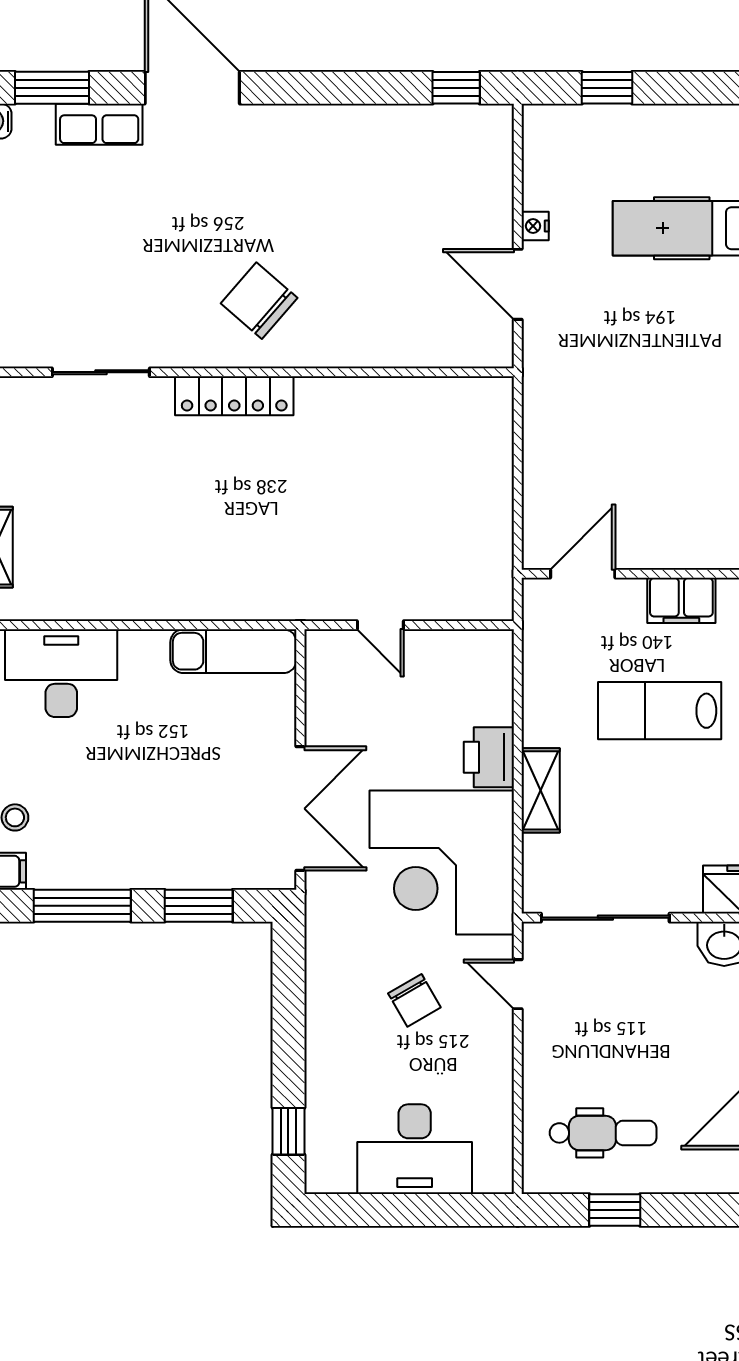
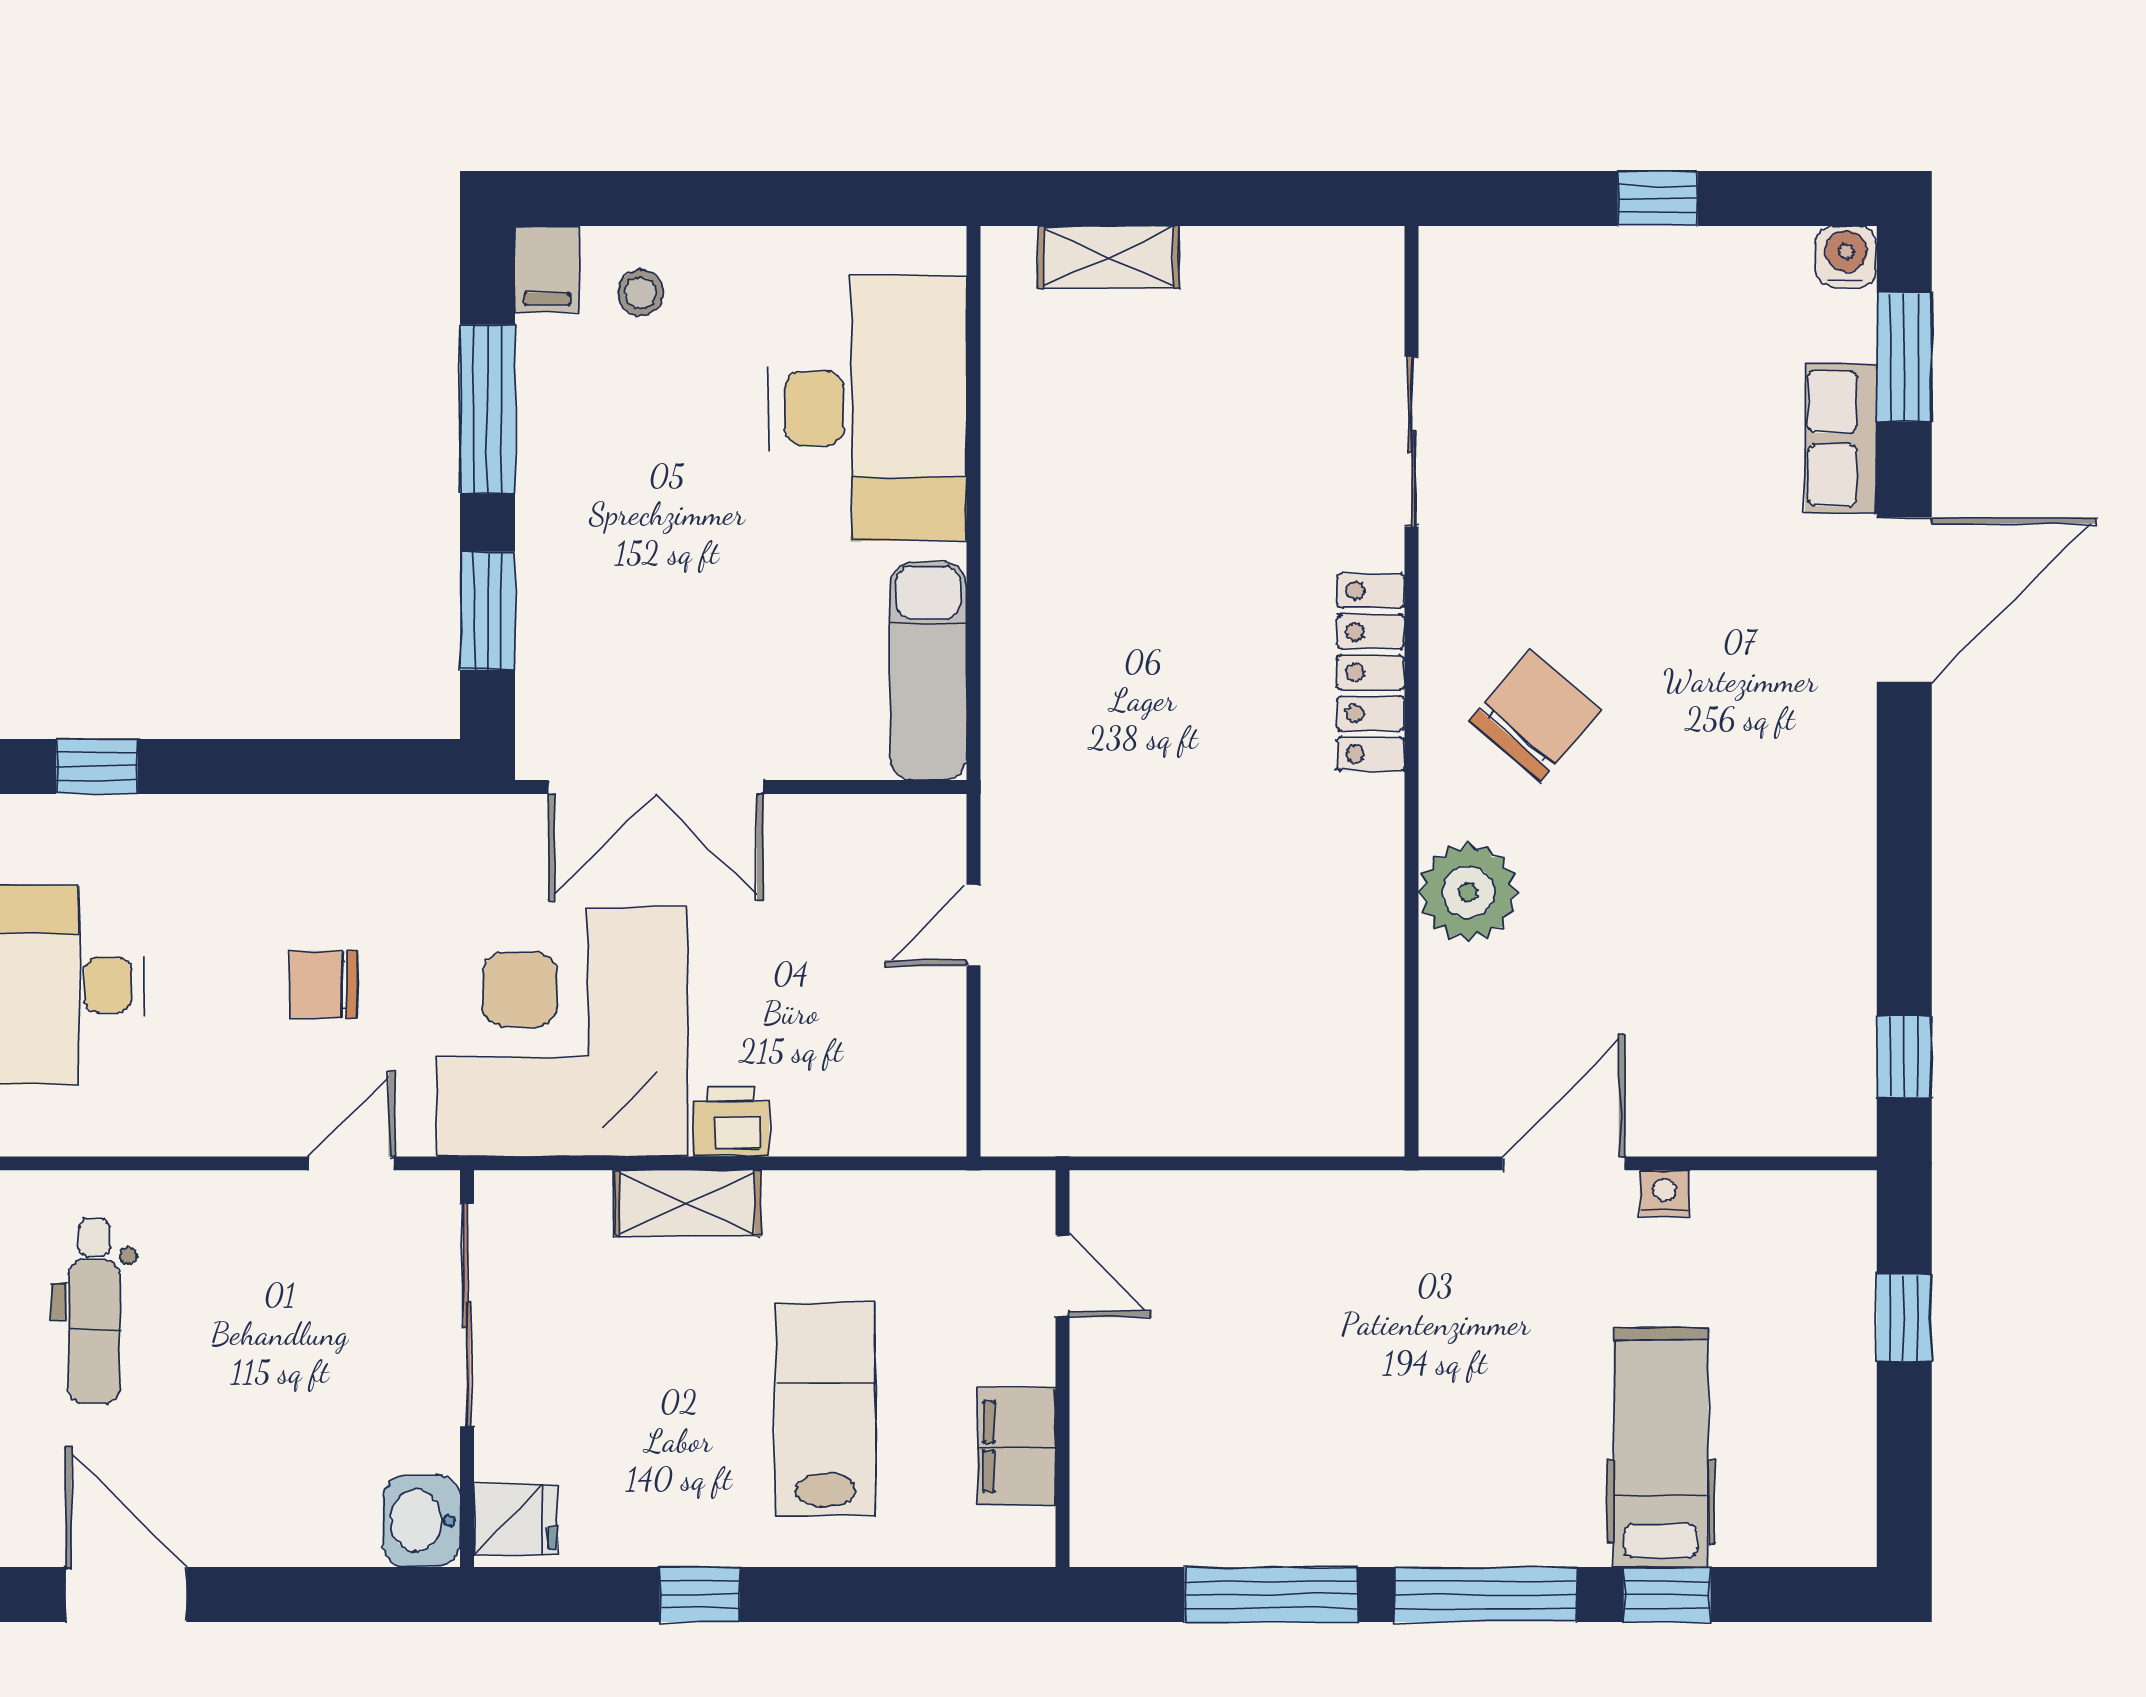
plant: (361, 339) -> (1468, 892), added
door: (583, 574) -> (1062, 1276), width x0.73
desk: (61, 673) -> (868, 408), width x1.36, depth x1.30
printer: (489, 757) -> (731, 1122), width x0.73, depth x0.81
chair: (414, 1000) -> (324, 985), turned 30

